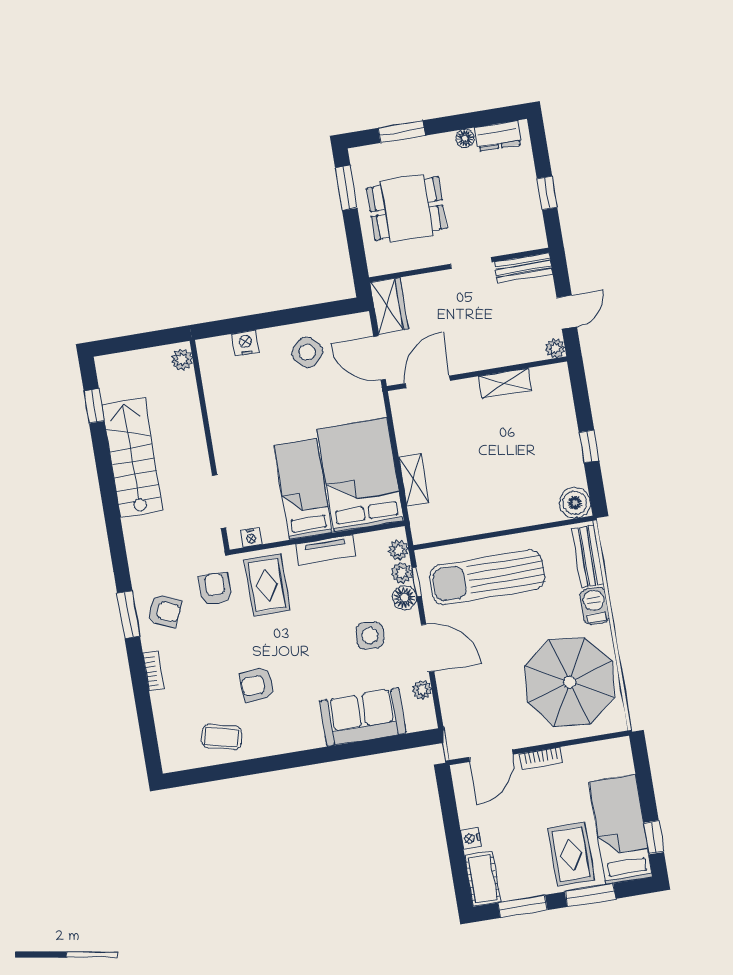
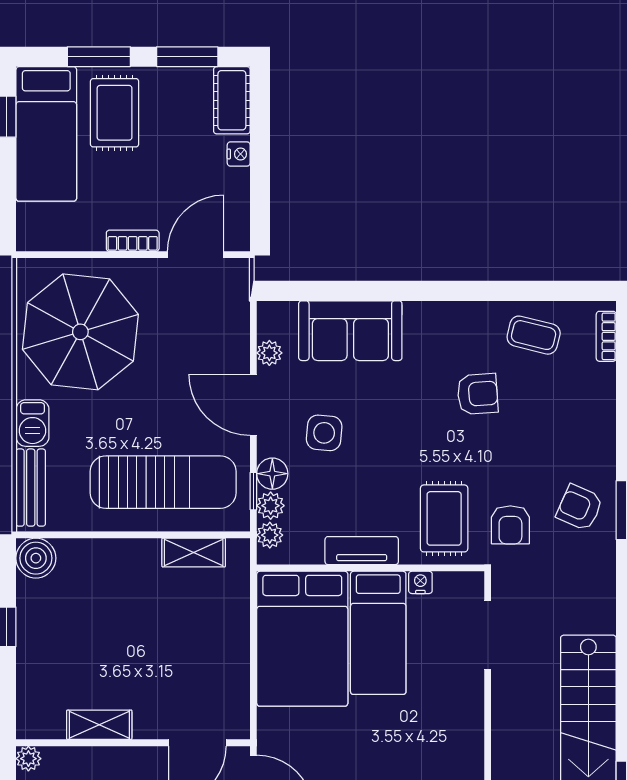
shelving: (414, 480) -> (194, 553), moved, turned 90
nightstand: (251, 537) -> (420, 582), moved
bookcase: (154, 671) -> (606, 336), moved

